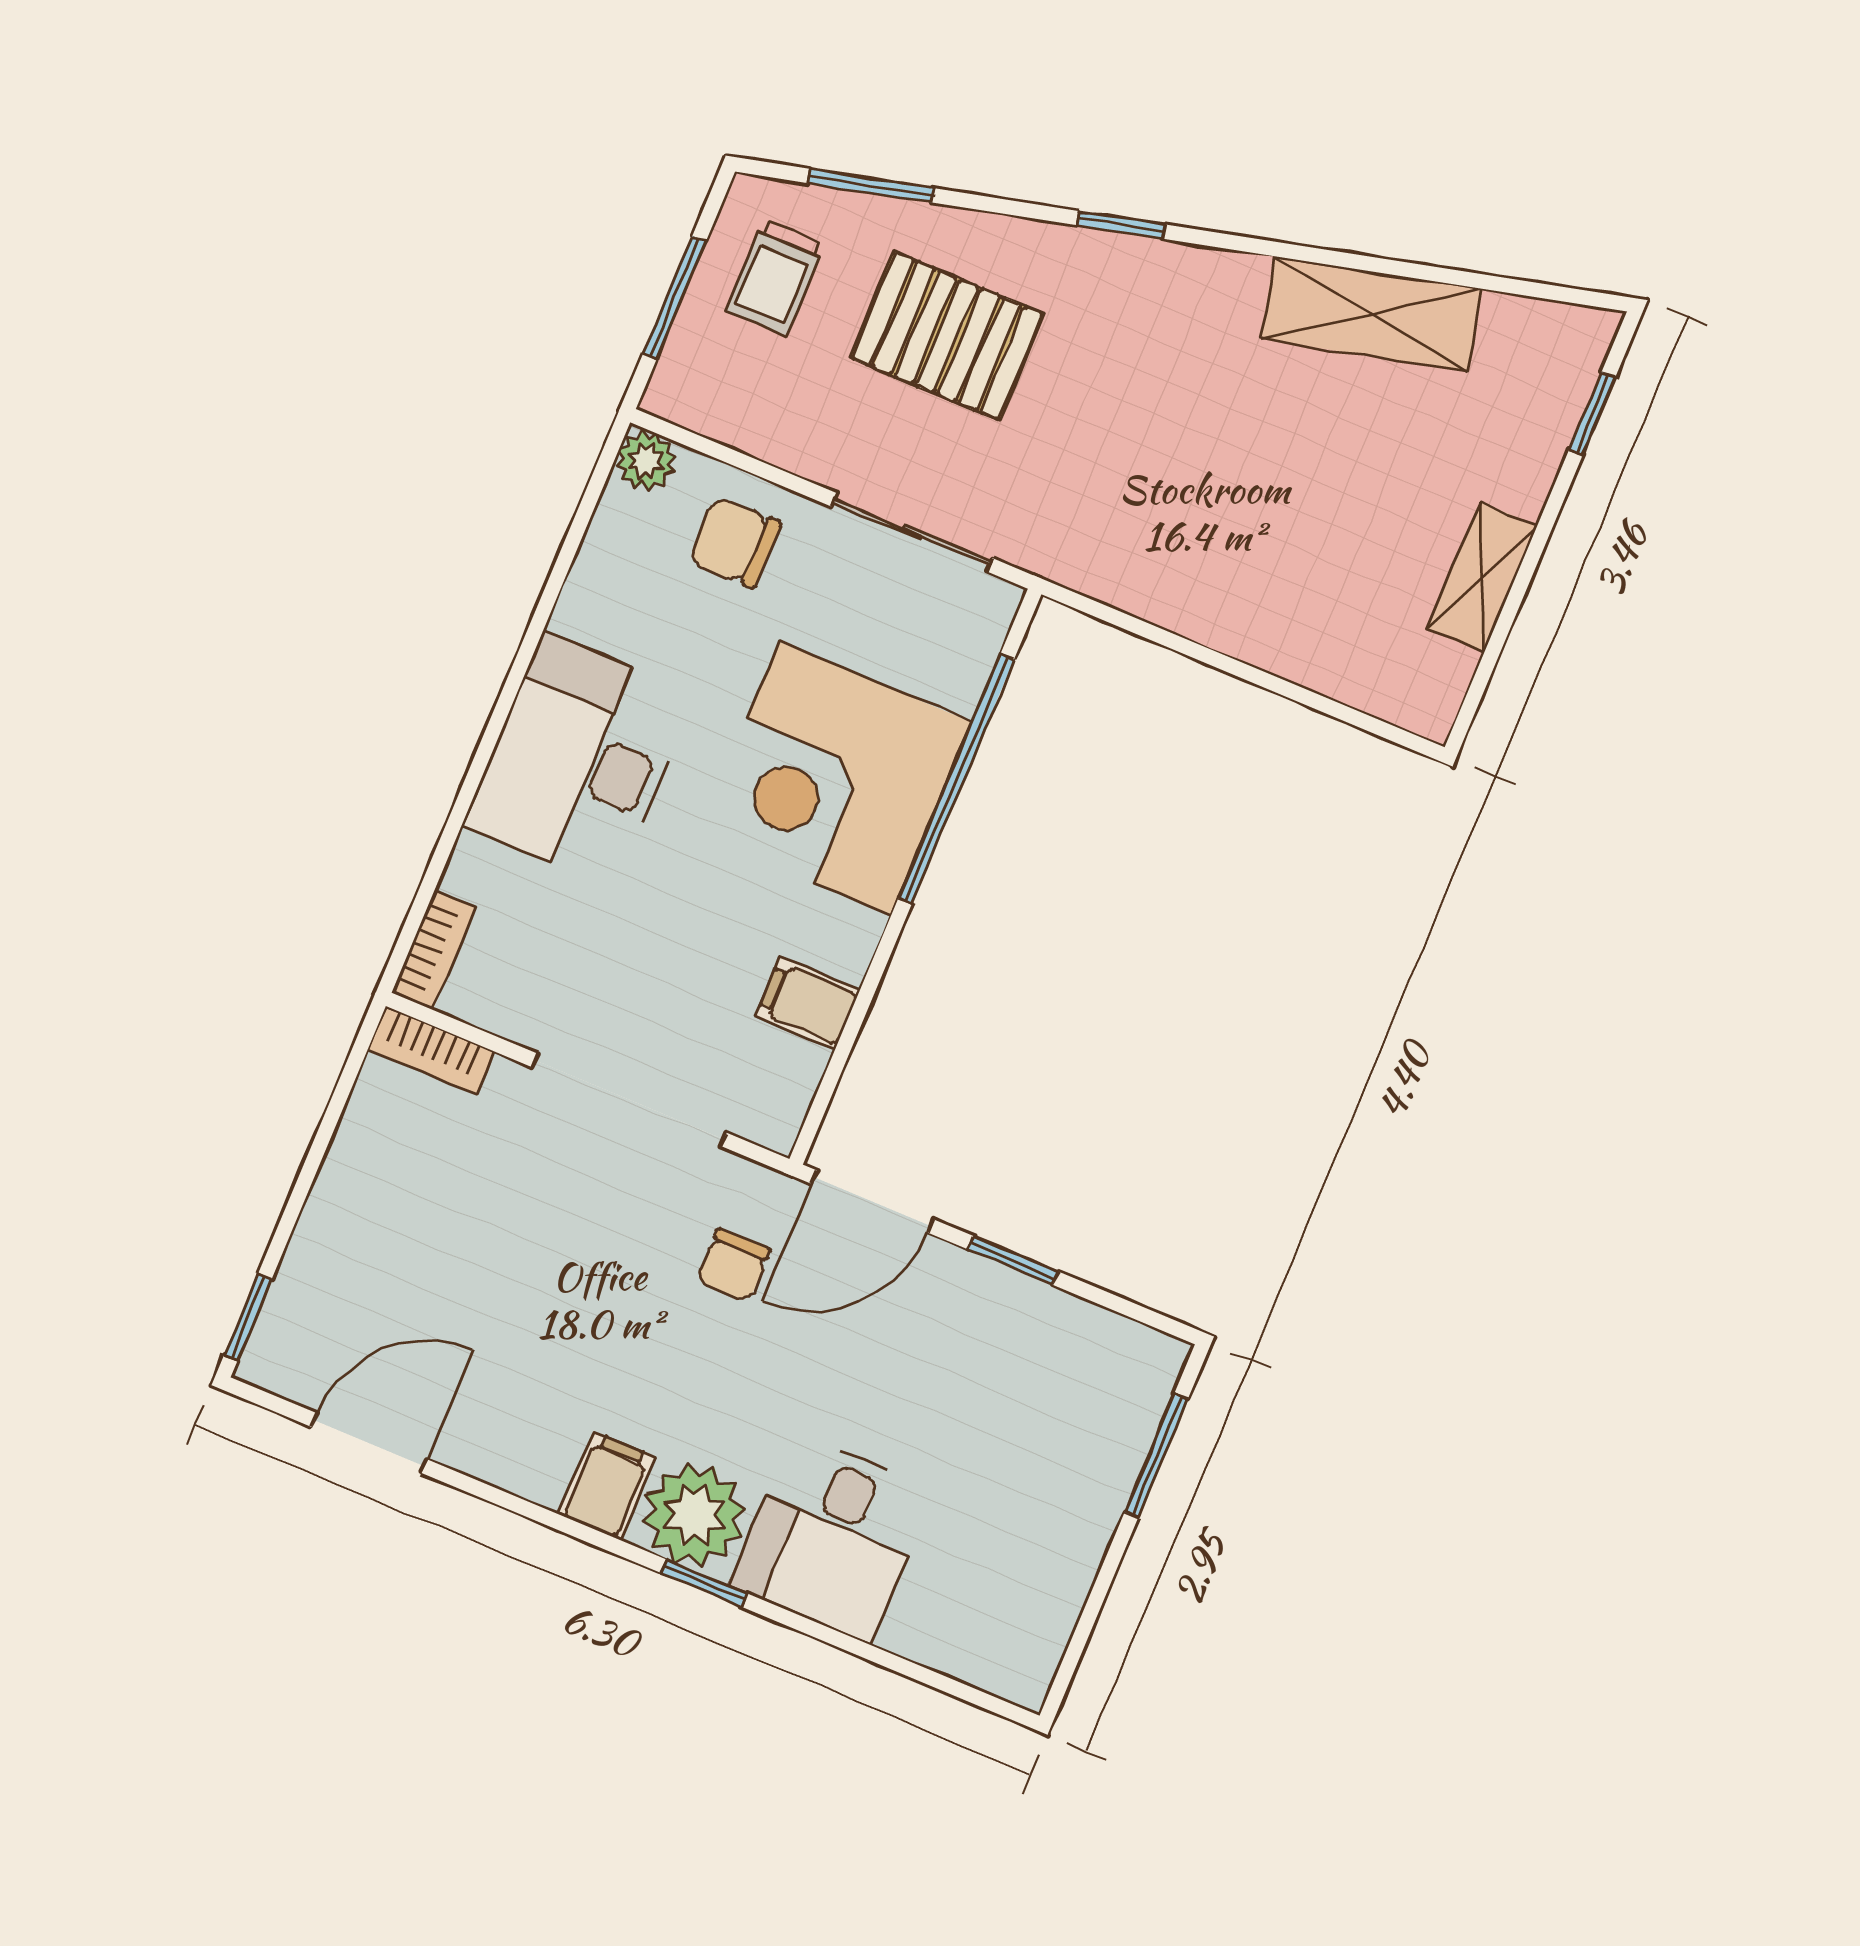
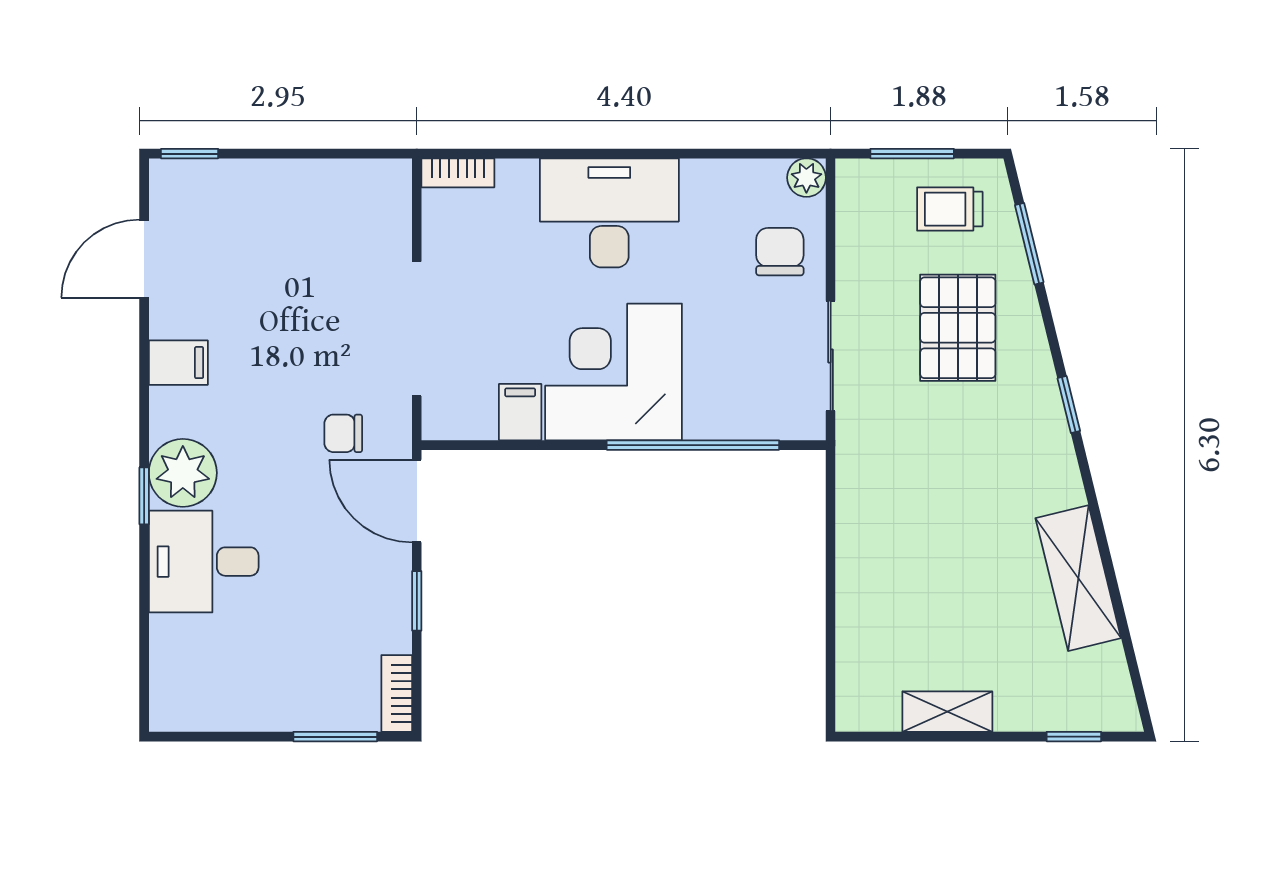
corner desk: (835, 778) -> (613, 372), moved
bookcase: (431, 1050) -> (397, 693), moved
door: (369, 1443) -> (144, 259), swing flipped
filing cabinet: (607, 1486) -> (178, 363), moved

